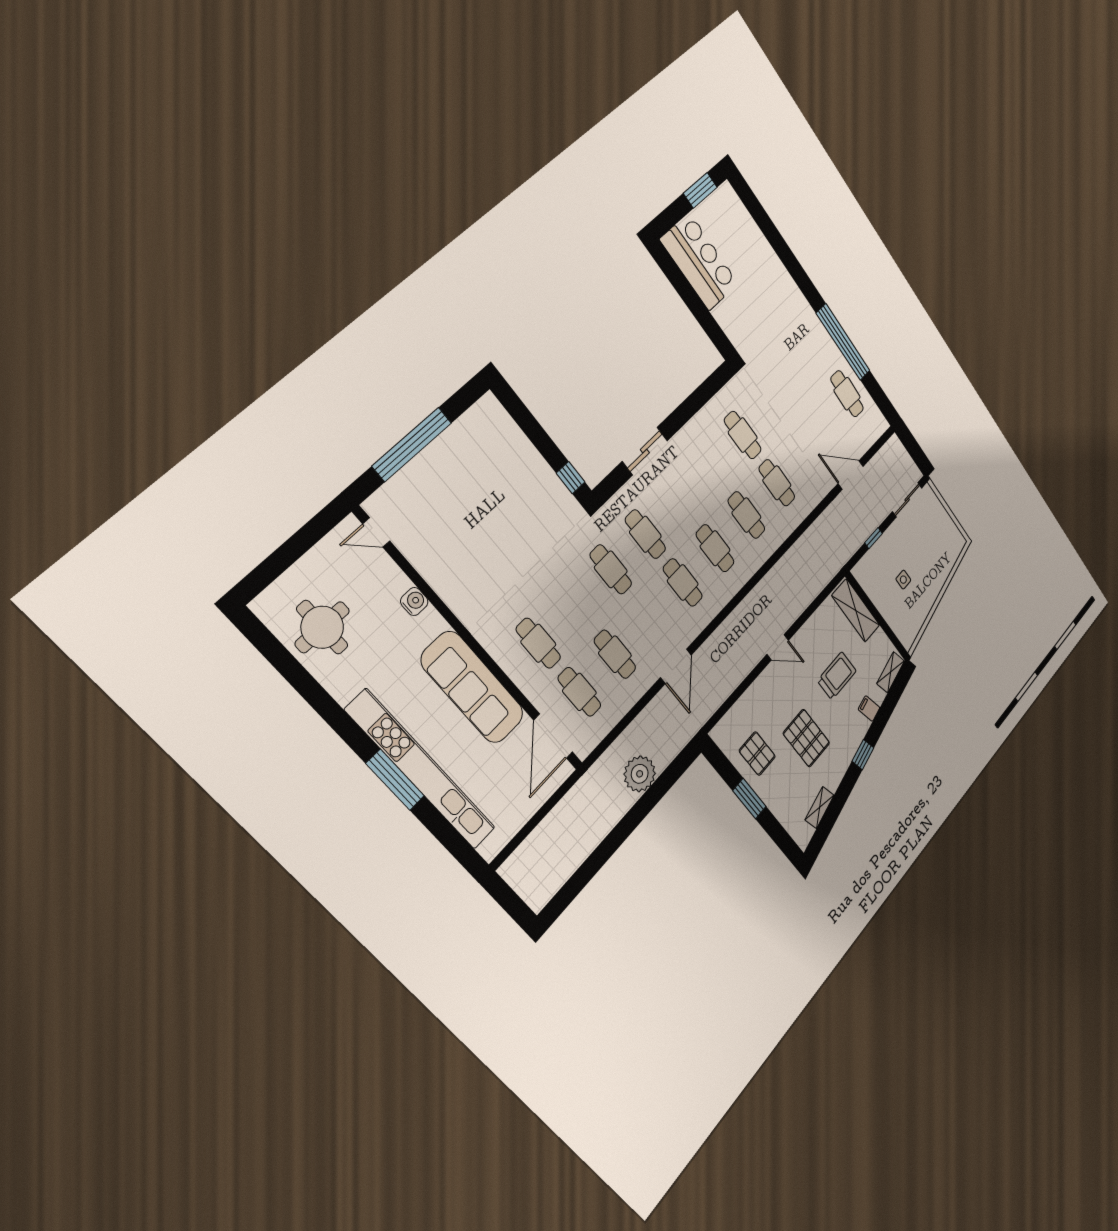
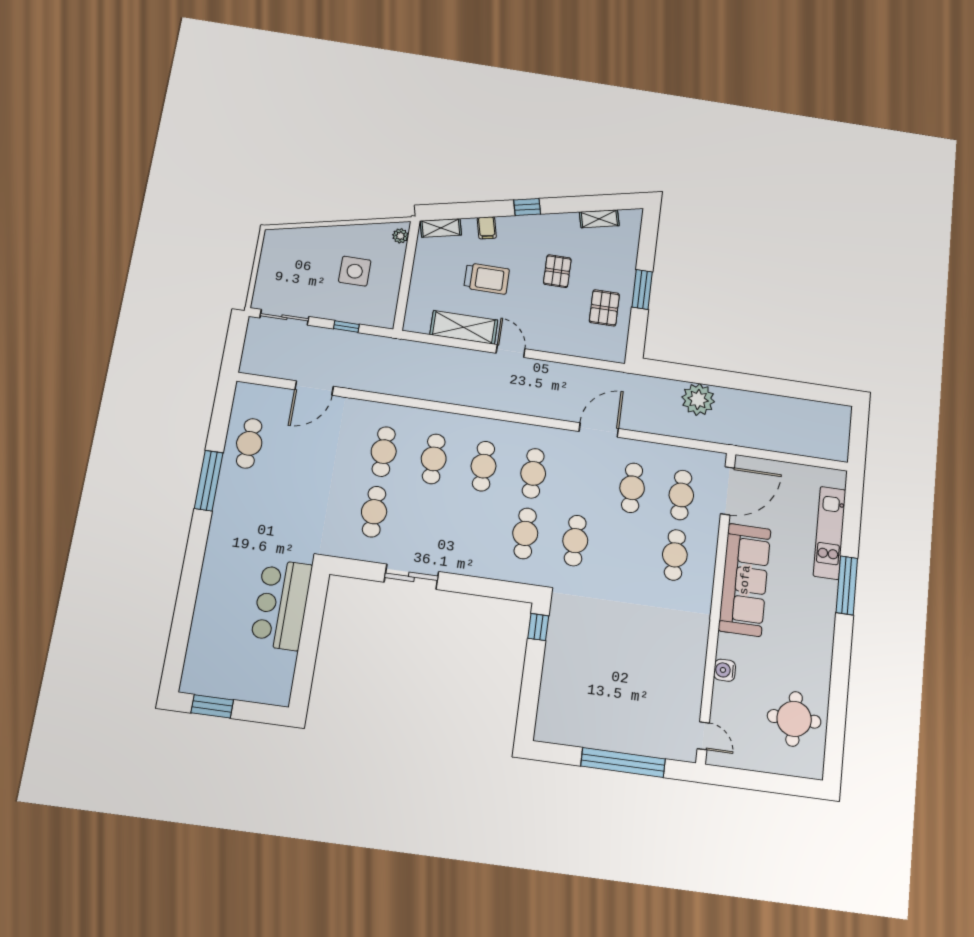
bar counter: (699, 262) -> (281, 604), moved
window: (843, 342) -> (209, 481), width x0.68
sliding door: (645, 451) -> (411, 577), moved
door: (851, 475) -> (314, 388), hinge flipped
side table: (903, 580) -> (355, 271), width x1.87, depth x1.87
shelving: (856, 610) -> (464, 327), moved, turned 90
plant: (904, 636) -> (400, 236), added
trolley: (837, 676) -> (487, 279), turned 180
pallet: (806, 738) -> (557, 271), width x0.67, depth x0.71
kitchen unit: (421, 770) -> (830, 533), width x0.54

